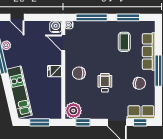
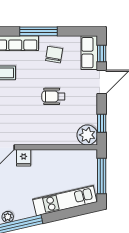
fridge: (55, 71) -> (24, 158), moved
chair: (79, 73) -> (42, 128), removed
window: (40, 122) -> (102, 176), width x1.44

